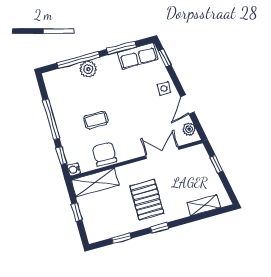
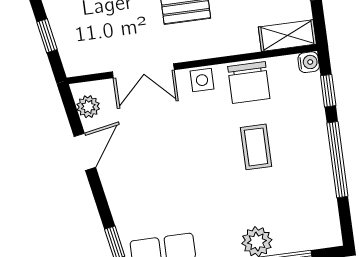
side table: (164, 88) -> (202, 80), moved
coffee table: (96, 120) -> (256, 147), turned 90
shelving: (95, 182) -> (287, 36), width x0.67, depth x0.75

